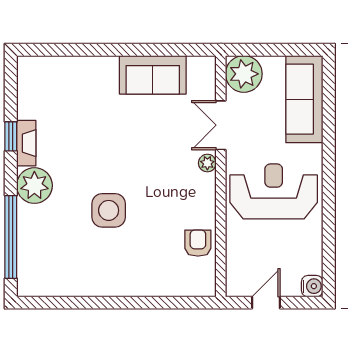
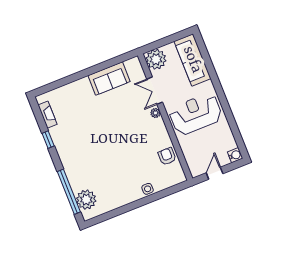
fireplace: (26, 143) -> (47, 115), moved
plant: (34, 186) -> (86, 200), moved
side table: (109, 210) -> (148, 189), moved, width x0.54, depth x0.54

